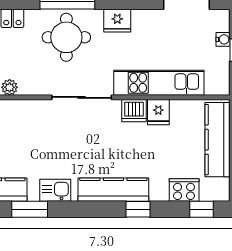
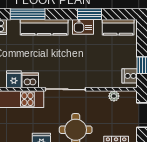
window: (30, 209) -> (90, 14), moved
window: (138, 209) -> (28, 14), width x2.17

